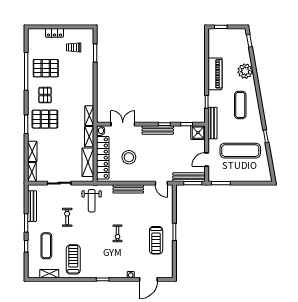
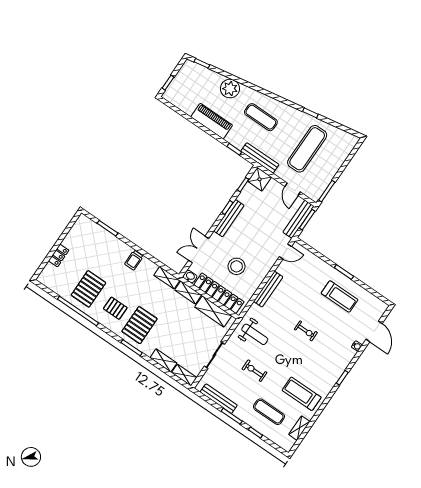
trolley: (74, 47) -> (134, 260), moved

